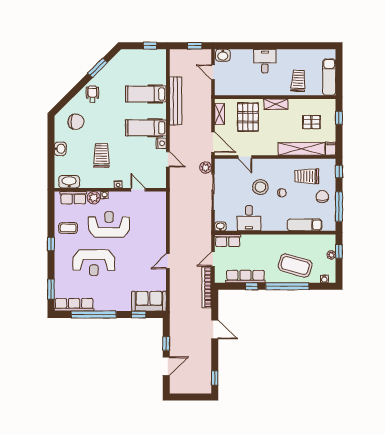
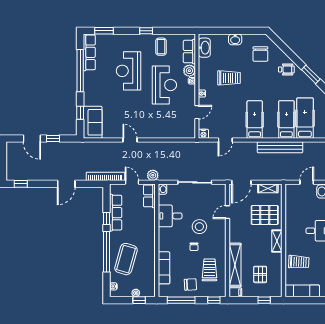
hospital bed: (144, 74) -> (305, 118), added
nightstand: (161, 143) -> (203, 134), moved
plant: (206, 167) -> (153, 175), moved

